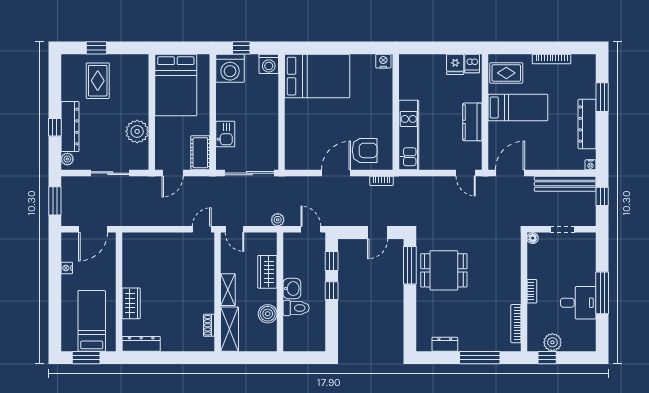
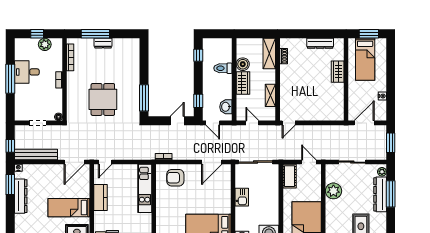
window: (602, 97) -> (10, 185), moved
window: (55, 127) -> (391, 194), width x2.17
kitchen sink: (225, 134) -> (242, 197), moved, turned 180
door: (173, 173) -> (309, 162), hinge flipped
door: (336, 173) -> (212, 162), moved
door: (466, 173) -> (105, 162), swing flipped
plant: (278, 220) -> (236, 130), removed
door: (235, 229) -> (252, 123), moved
door: (378, 232) -> (177, 121), moved
dining table: (444, 270) -> (103, 99), moved, turned 90
wardrobe: (267, 272) -> (243, 83), moved
washbasin: (292, 289) -> (226, 107), moved
shelving: (228, 290) -> (270, 95), moved
window: (332, 291) -> (198, 55), moved
dresser: (141, 344) -> (320, 43), moved
dresser: (445, 344) -> (103, 43), moved
window: (547, 358) -> (37, 34), moved

